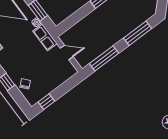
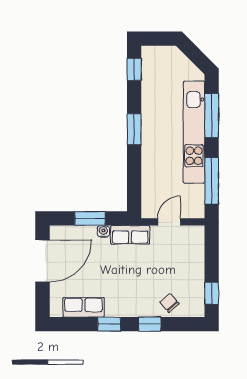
kitchen unit: (122, 31) -> (194, 132), added

